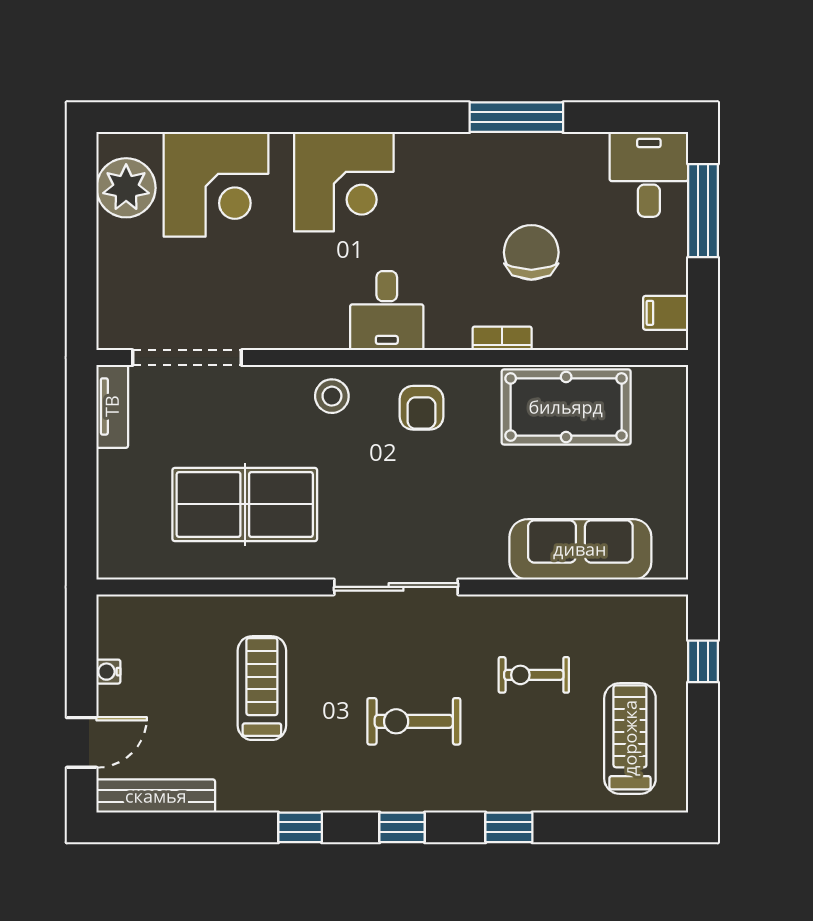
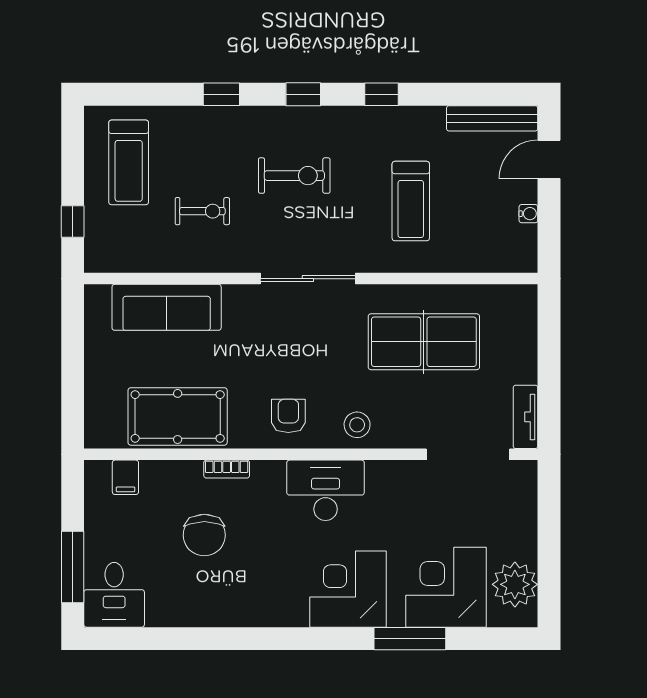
window: (516, 117) -> (410, 639), moved
desk: (387, 311) -> (326, 490), width x1.37
filing cabinet: (666, 313) -> (125, 477), moved, turned 90

